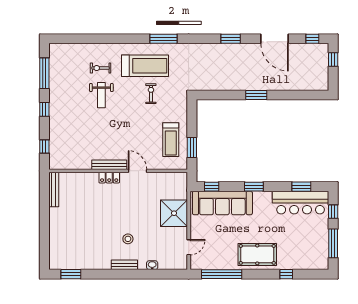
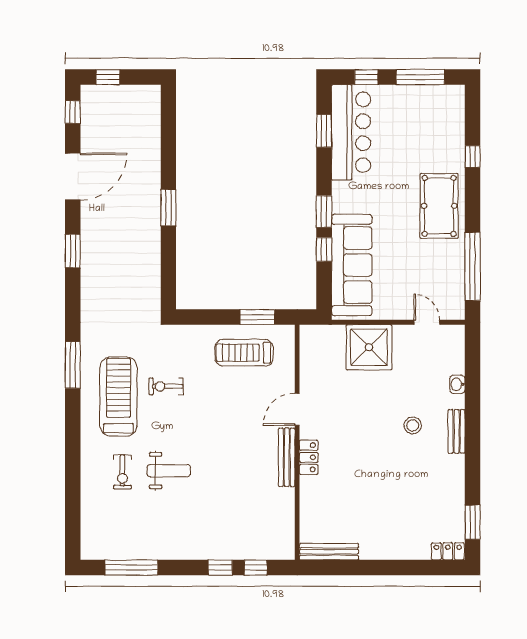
window: (44, 109) -> (220, 567), moved
treadmill: (171, 140) -> (244, 353), turned 180
window: (212, 187) -> (324, 249), moved
locker: (54, 260) -> (448, 551), added

